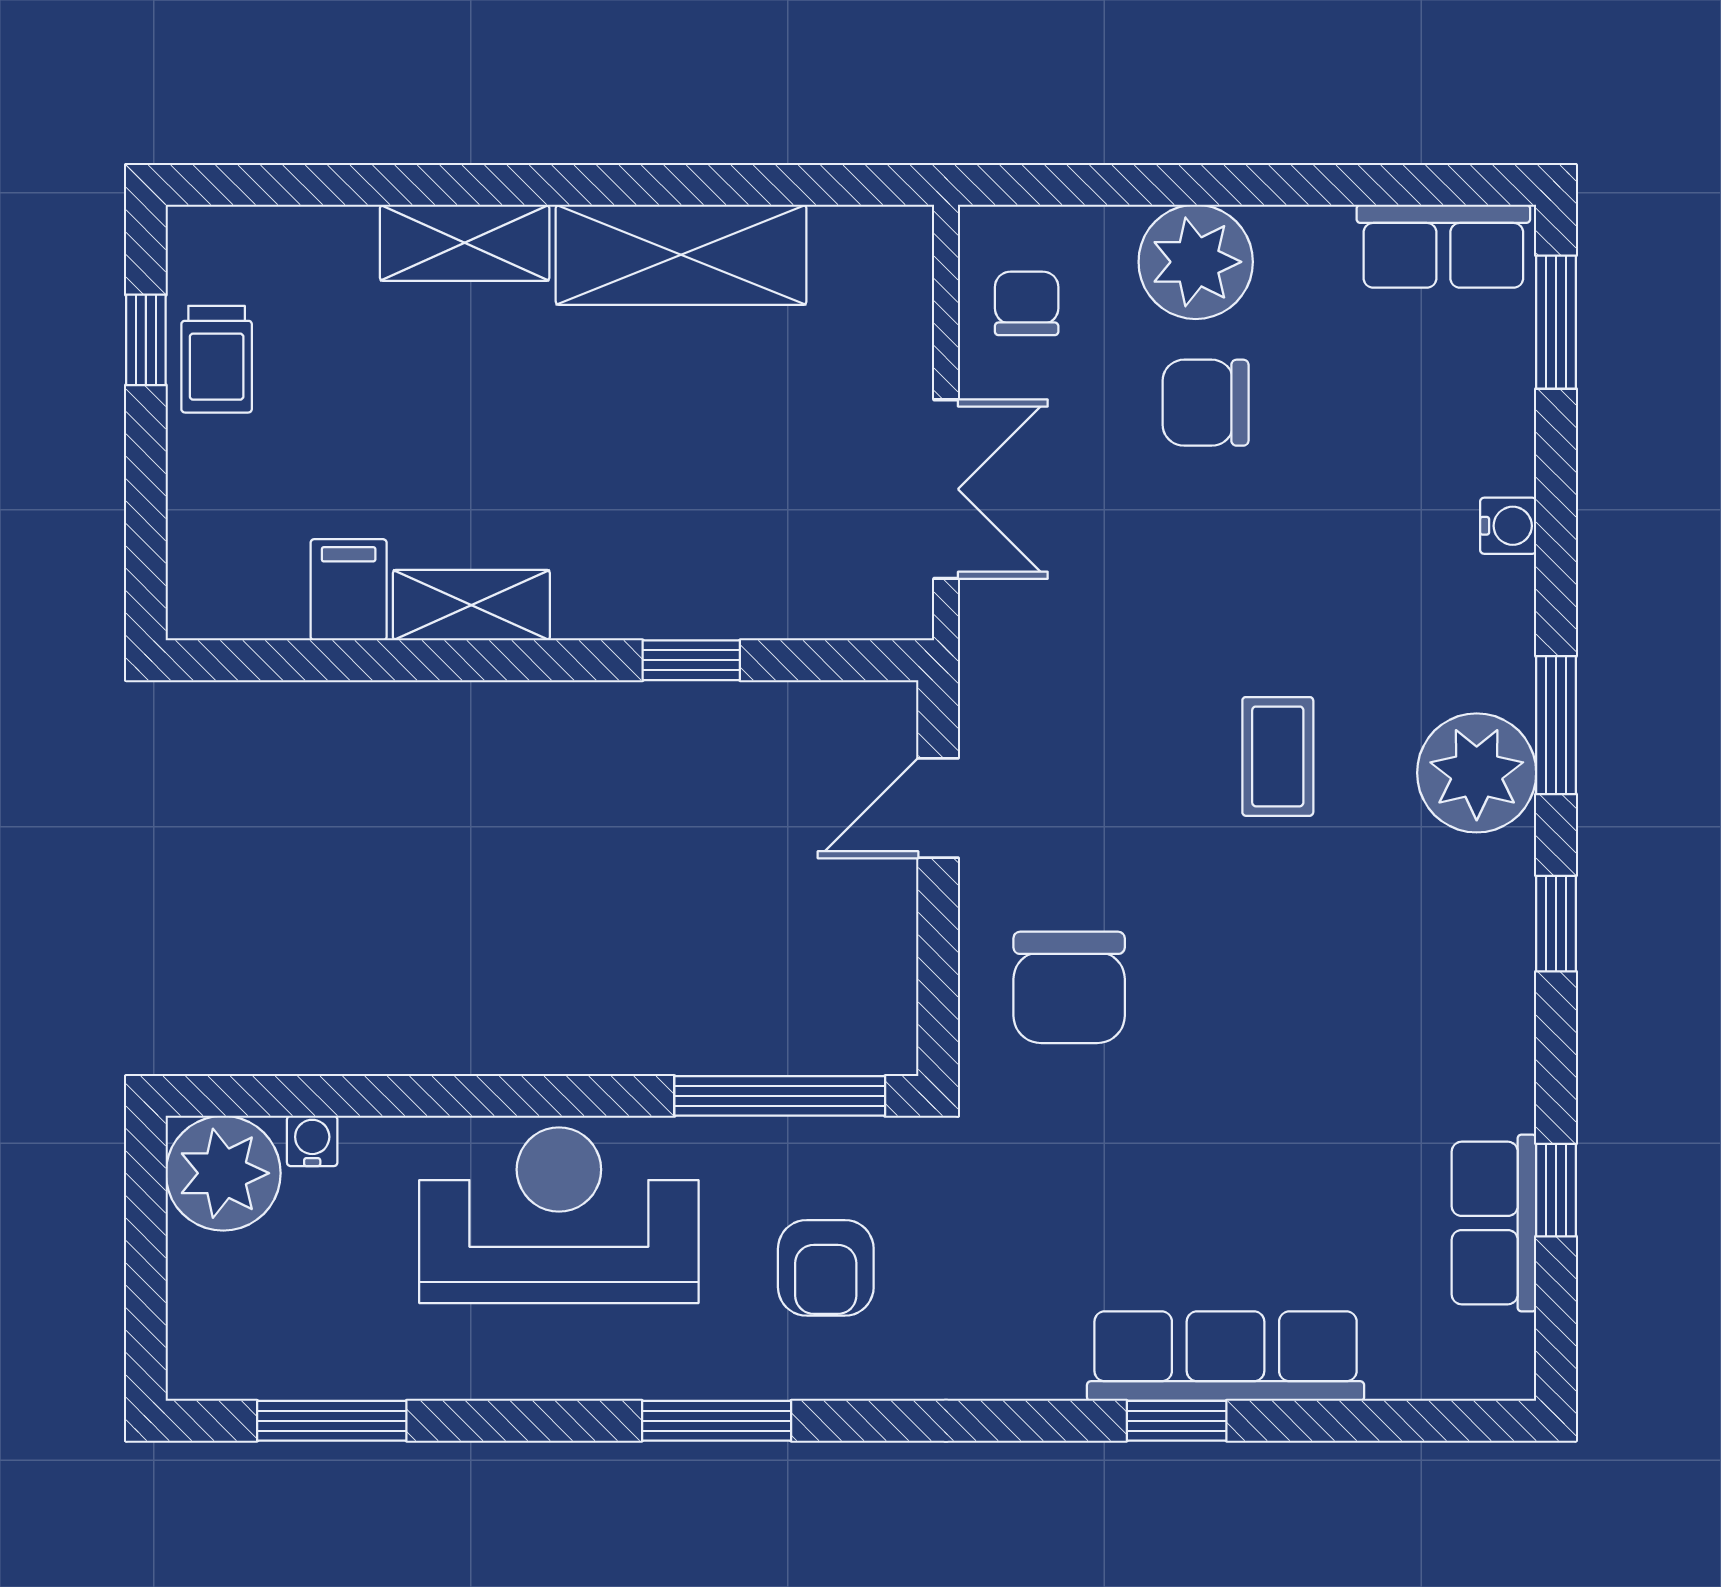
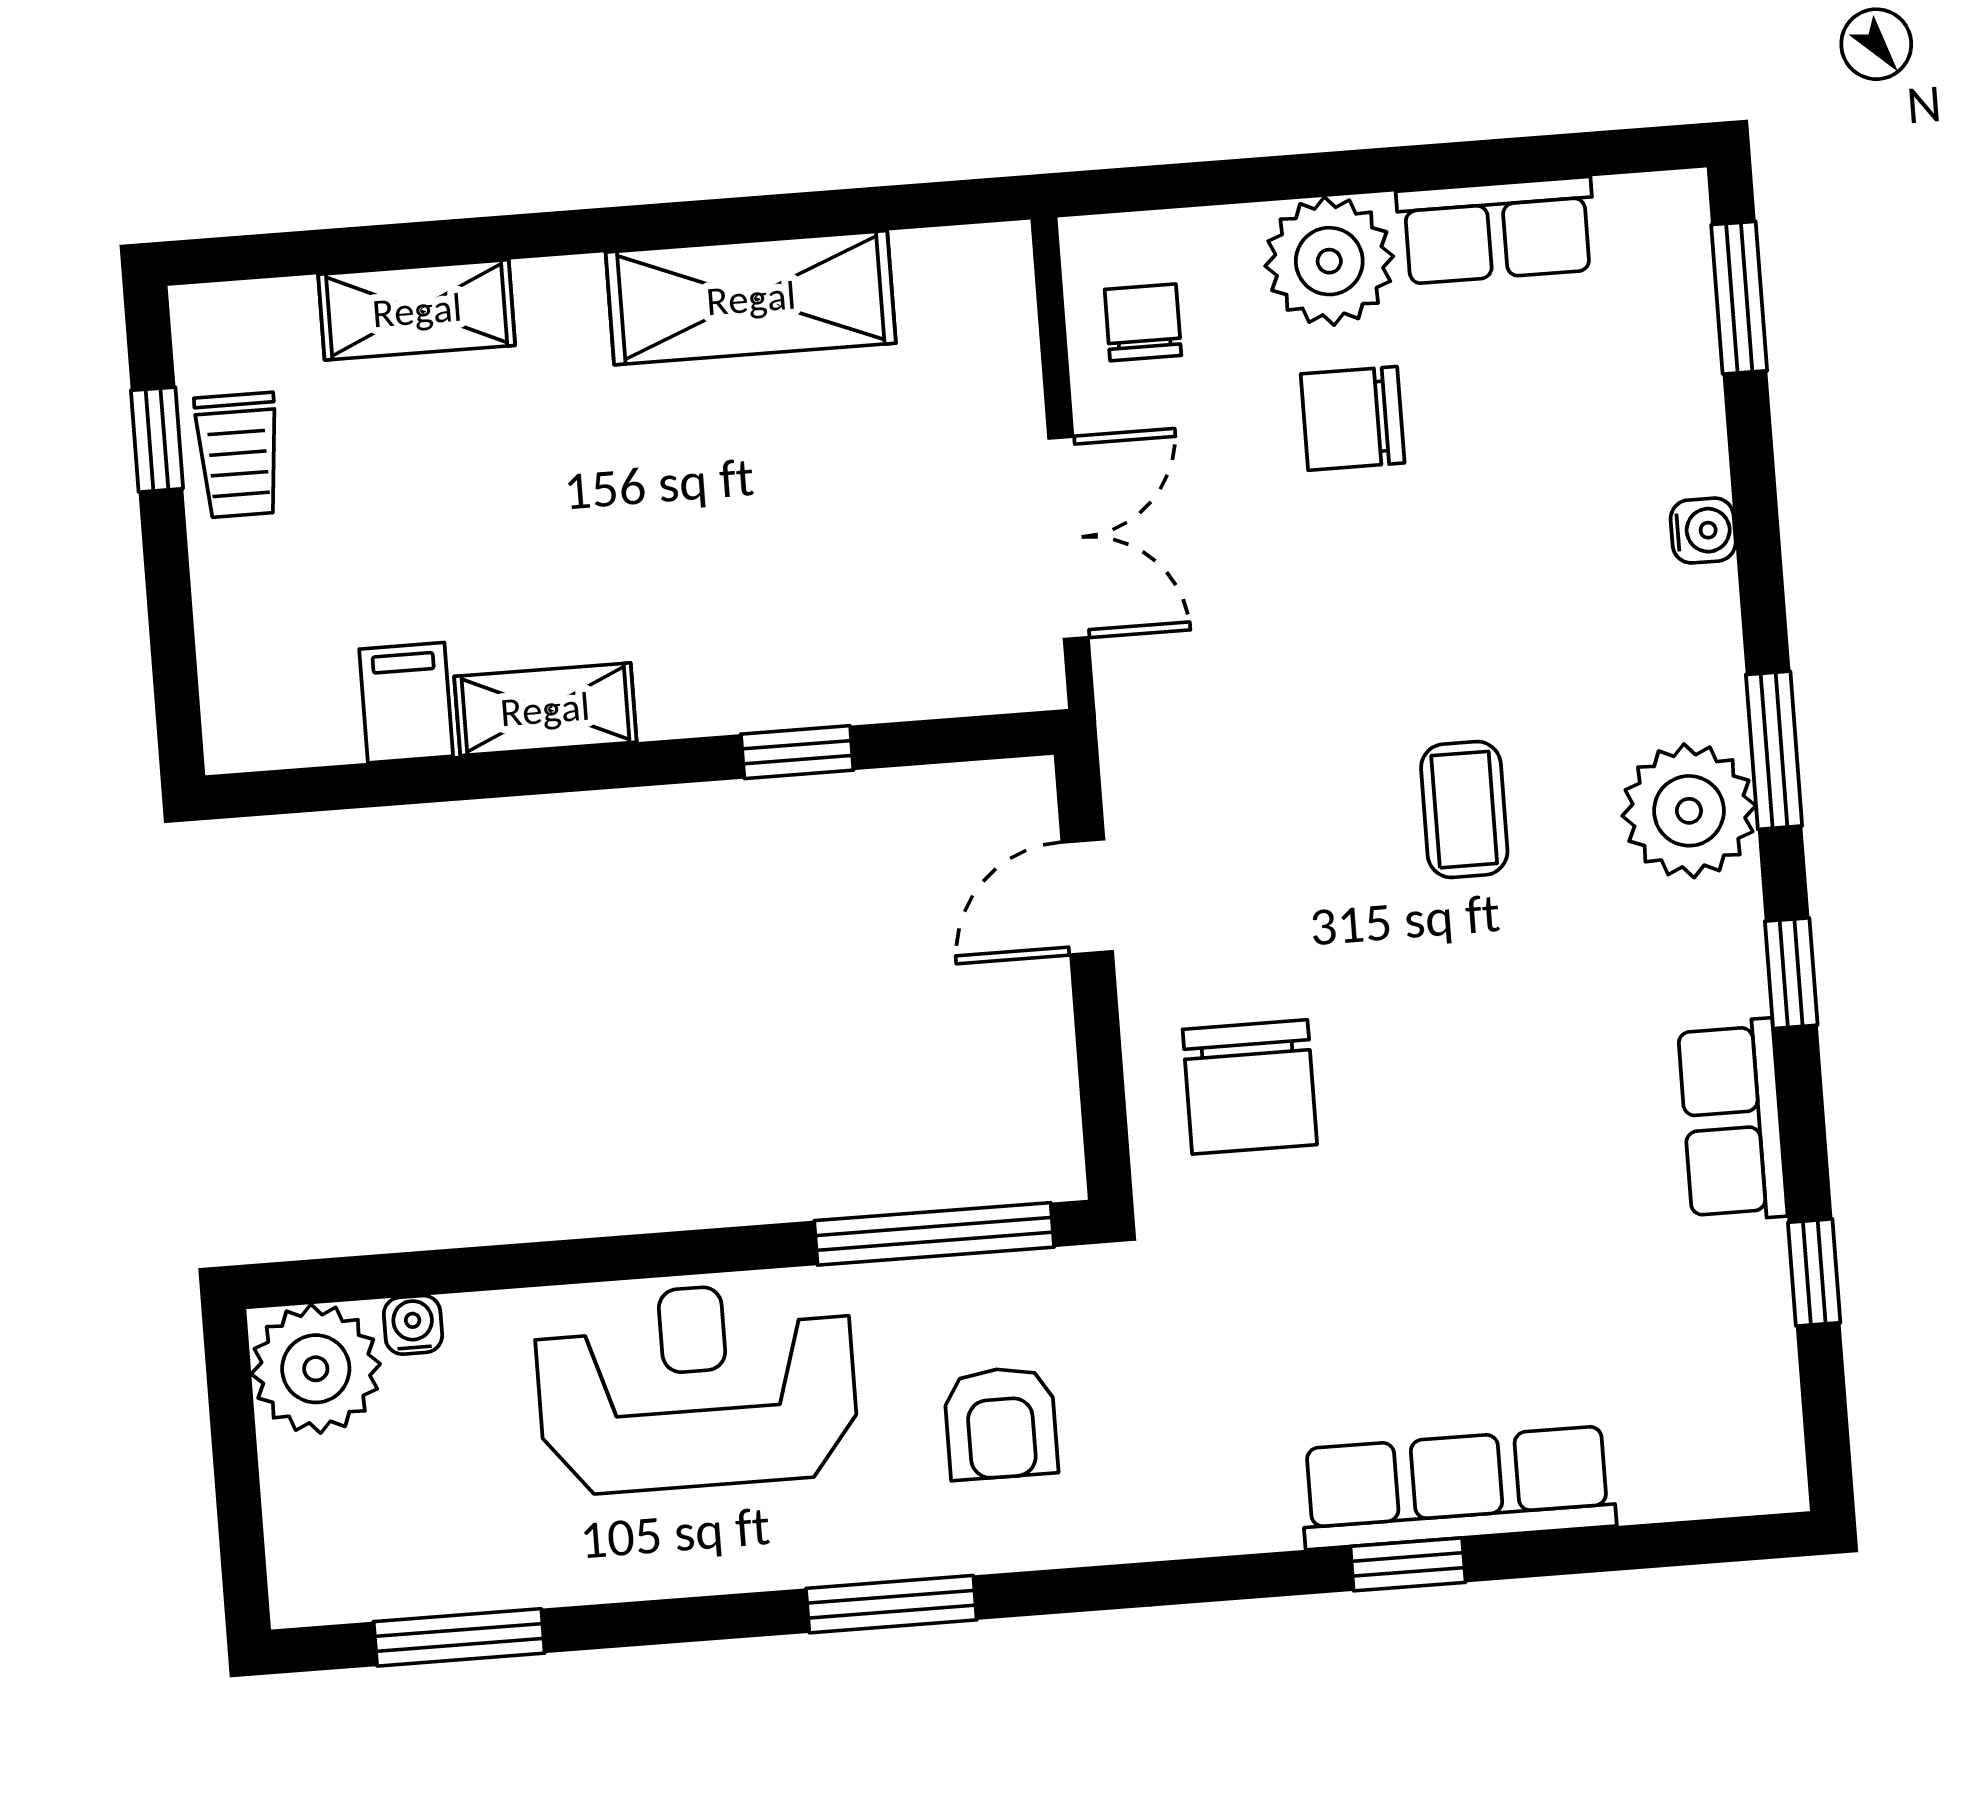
shelving: (465, 243) -> (417, 310), moved
row of seats: (1443, 246) -> (1497, 231), moved
row of seats: (1494, 1223) -> (1732, 1120), moved

